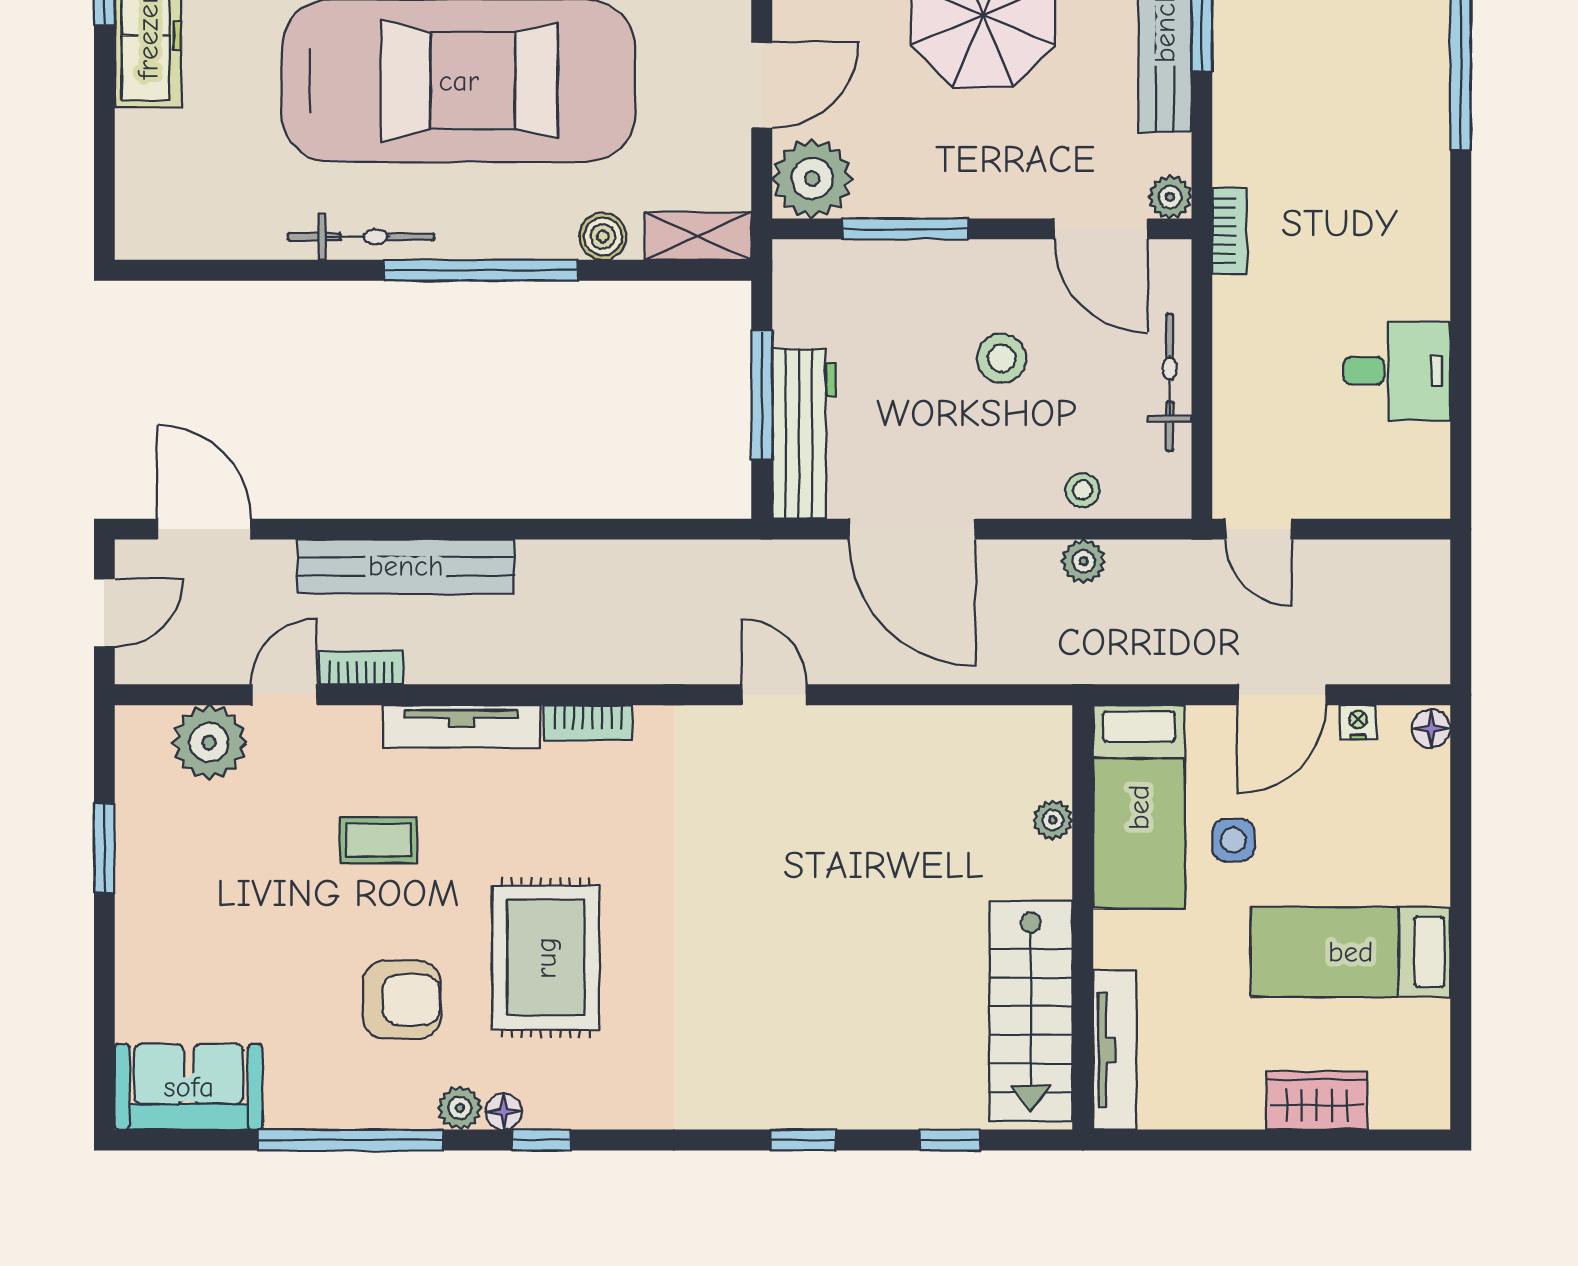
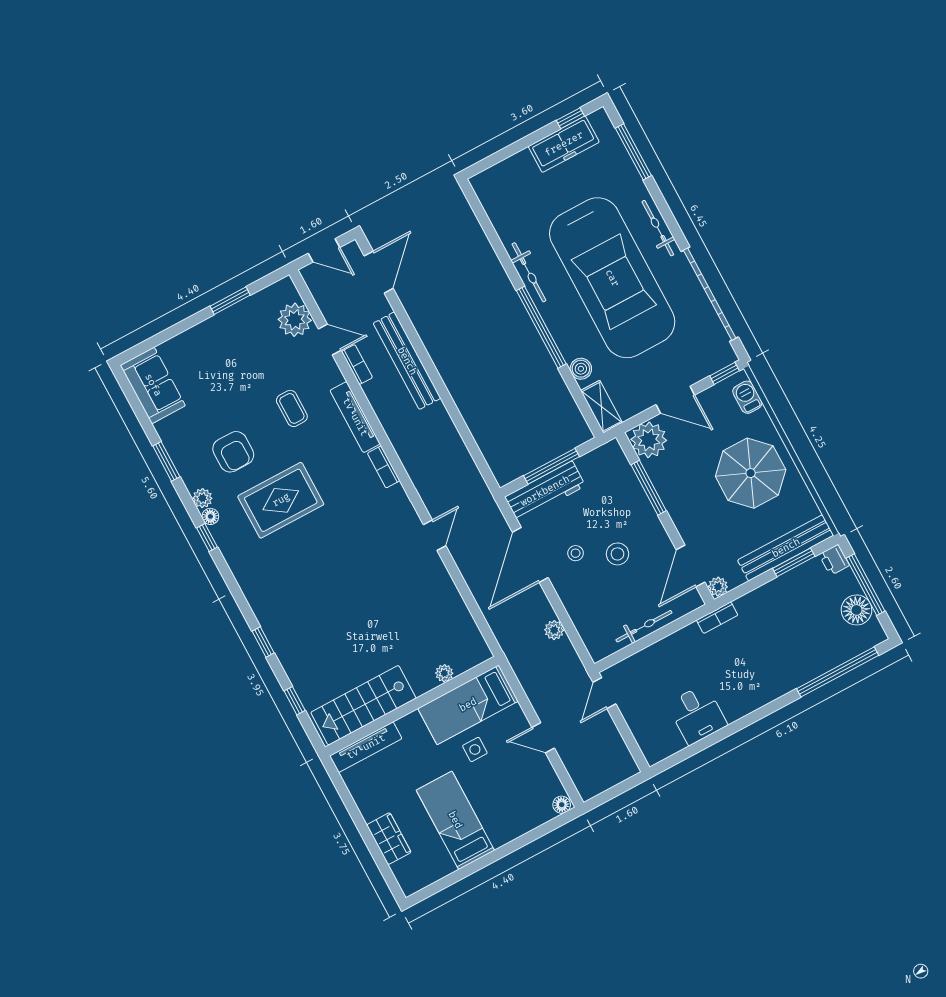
stool: (1083, 490) -> (576, 553), moved
door: (1282, 695) -> (543, 738), width x0.73
nightstand: (1358, 722) -> (549, 774), removed
window: (351, 1140) -> (166, 461), width x0.47

